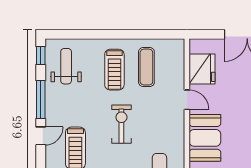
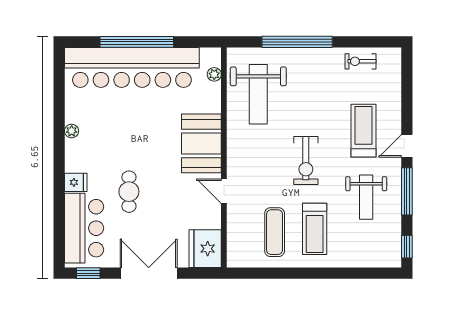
weight bench: (66, 66) -> (366, 197), moved
fridge: (202, 69) -> (205, 249), moved
treadmill: (114, 70) -> (315, 229), turned 180

